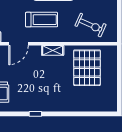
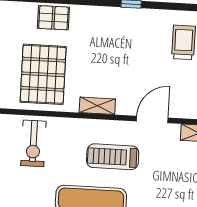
exercise bike: (91, 25) -> (33, 143), turned -114
pallet: (83, 103) -> (53, 18), added

